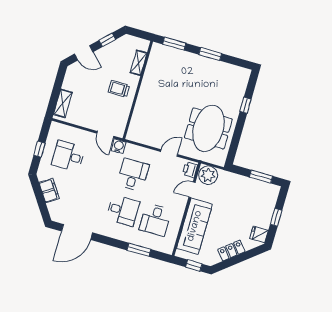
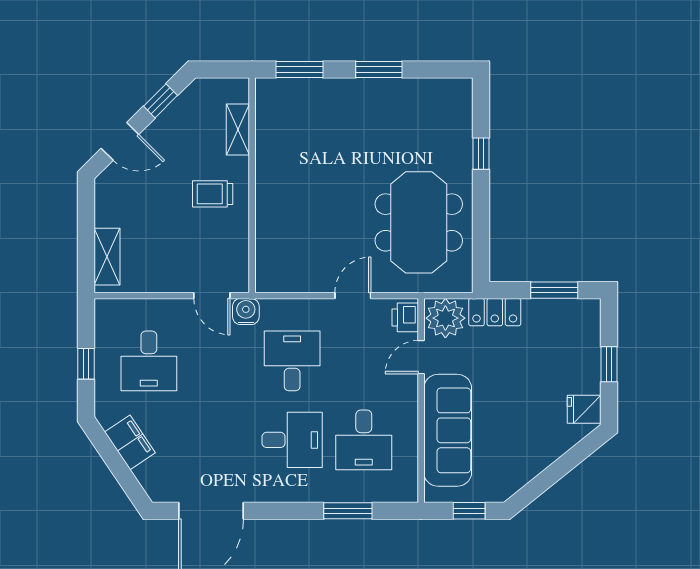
desk: (68, 156) -> (149, 361), turned -90
locker: (231, 251) -> (495, 312), moved, turned -141

